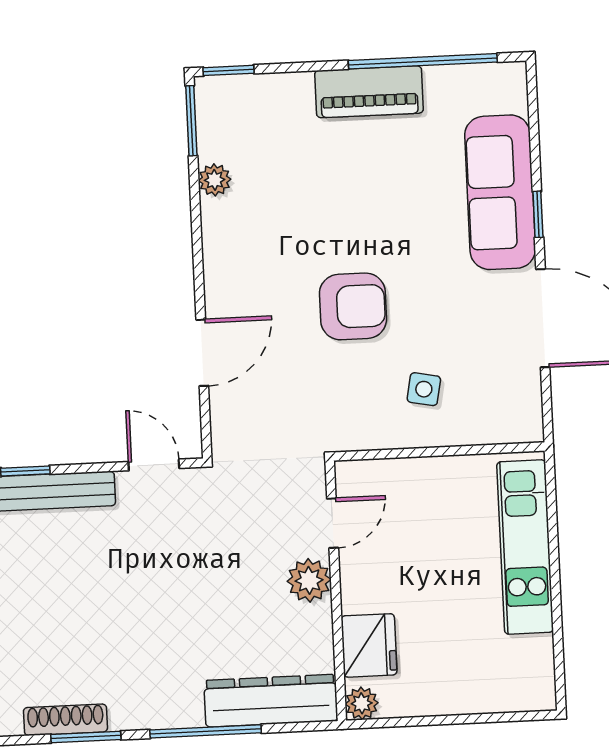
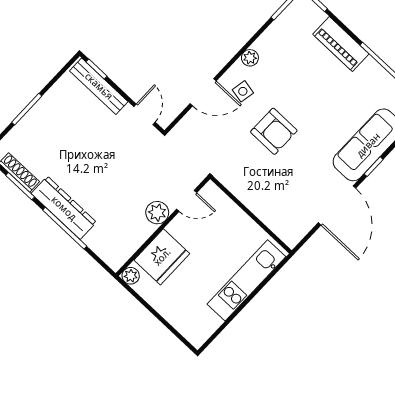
piano: (369, 92) -> (341, 44), moved
plant: (215, 180) -> (250, 58), moved
side table: (424, 389) -> (243, 91), moved
fridge: (369, 645) -> (162, 257), width x1.36, depth x1.34
dresser: (271, 701) -> (64, 208), moved

